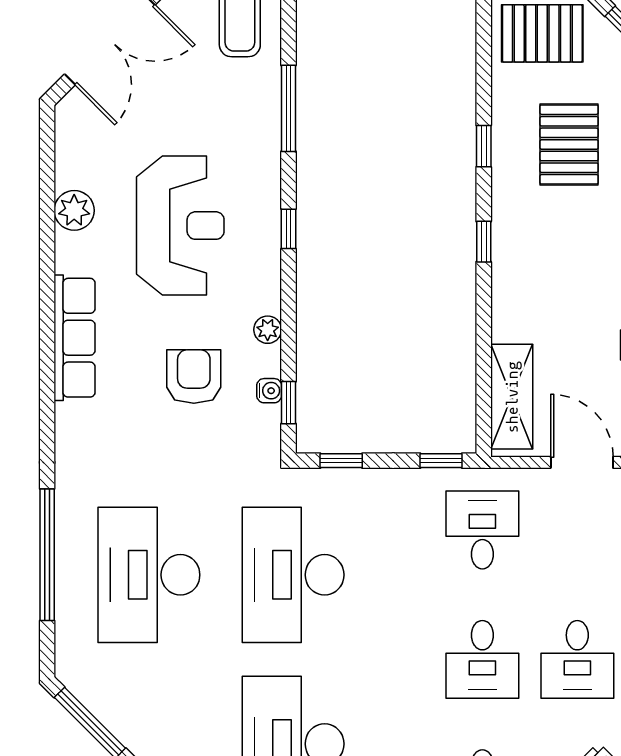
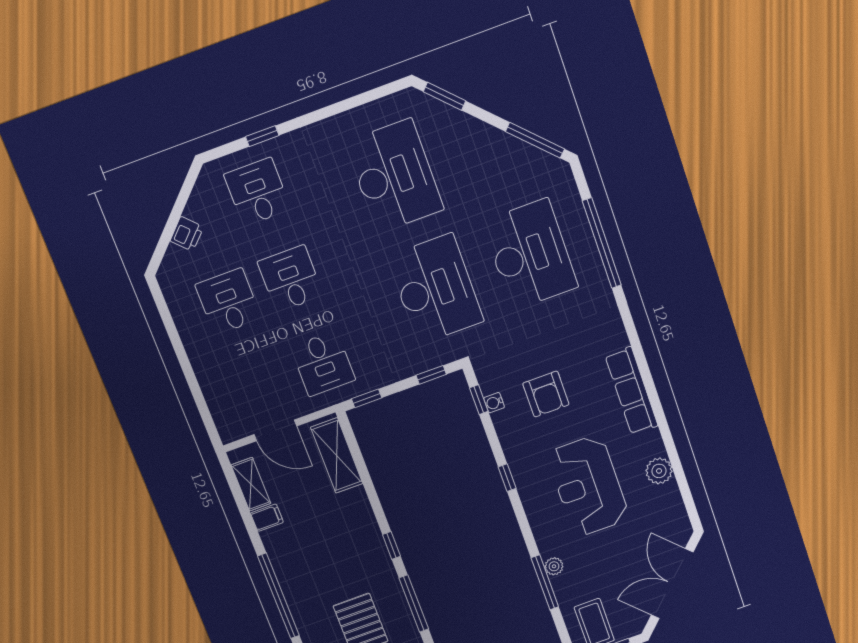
window: (484, 146) -> (414, 603), width x2.17
window: (288, 229) -> (507, 478), moved
plant: (268, 330) -> (554, 566), moved

